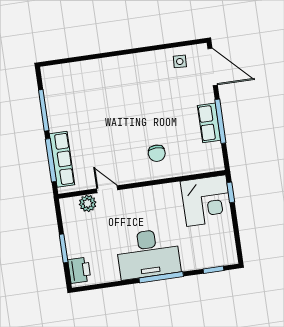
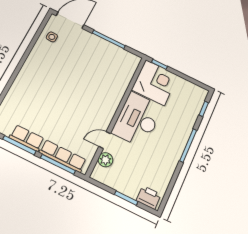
row of seats: (209, 123) -> (27, 138), moved, turned 180
chair: (157, 153) -> (102, 92), removed
desk: (148, 254) -> (137, 120), moved, turned 180

